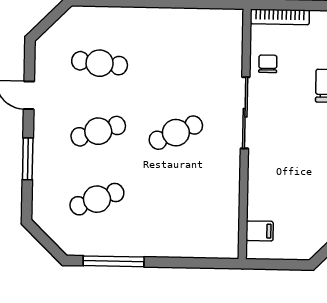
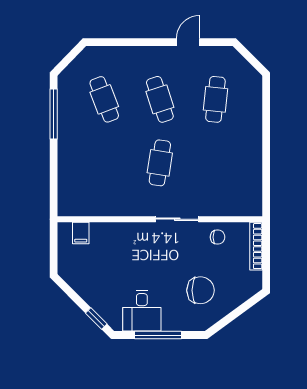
sliding door: (245, 113) -> (177, 219), width x0.73
cafe table: (176, 133) -> (160, 163), turned 33
window: (28, 159) -> (136, 42), removed

